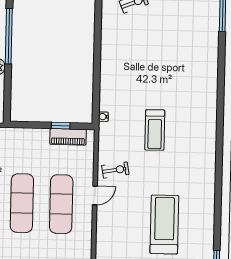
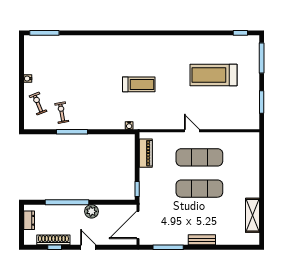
window: (97, 44) -> (72, 132), added
window: (61, 126) -> (137, 189), moved
exercise bike: (115, 170) -> (62, 113), moved

